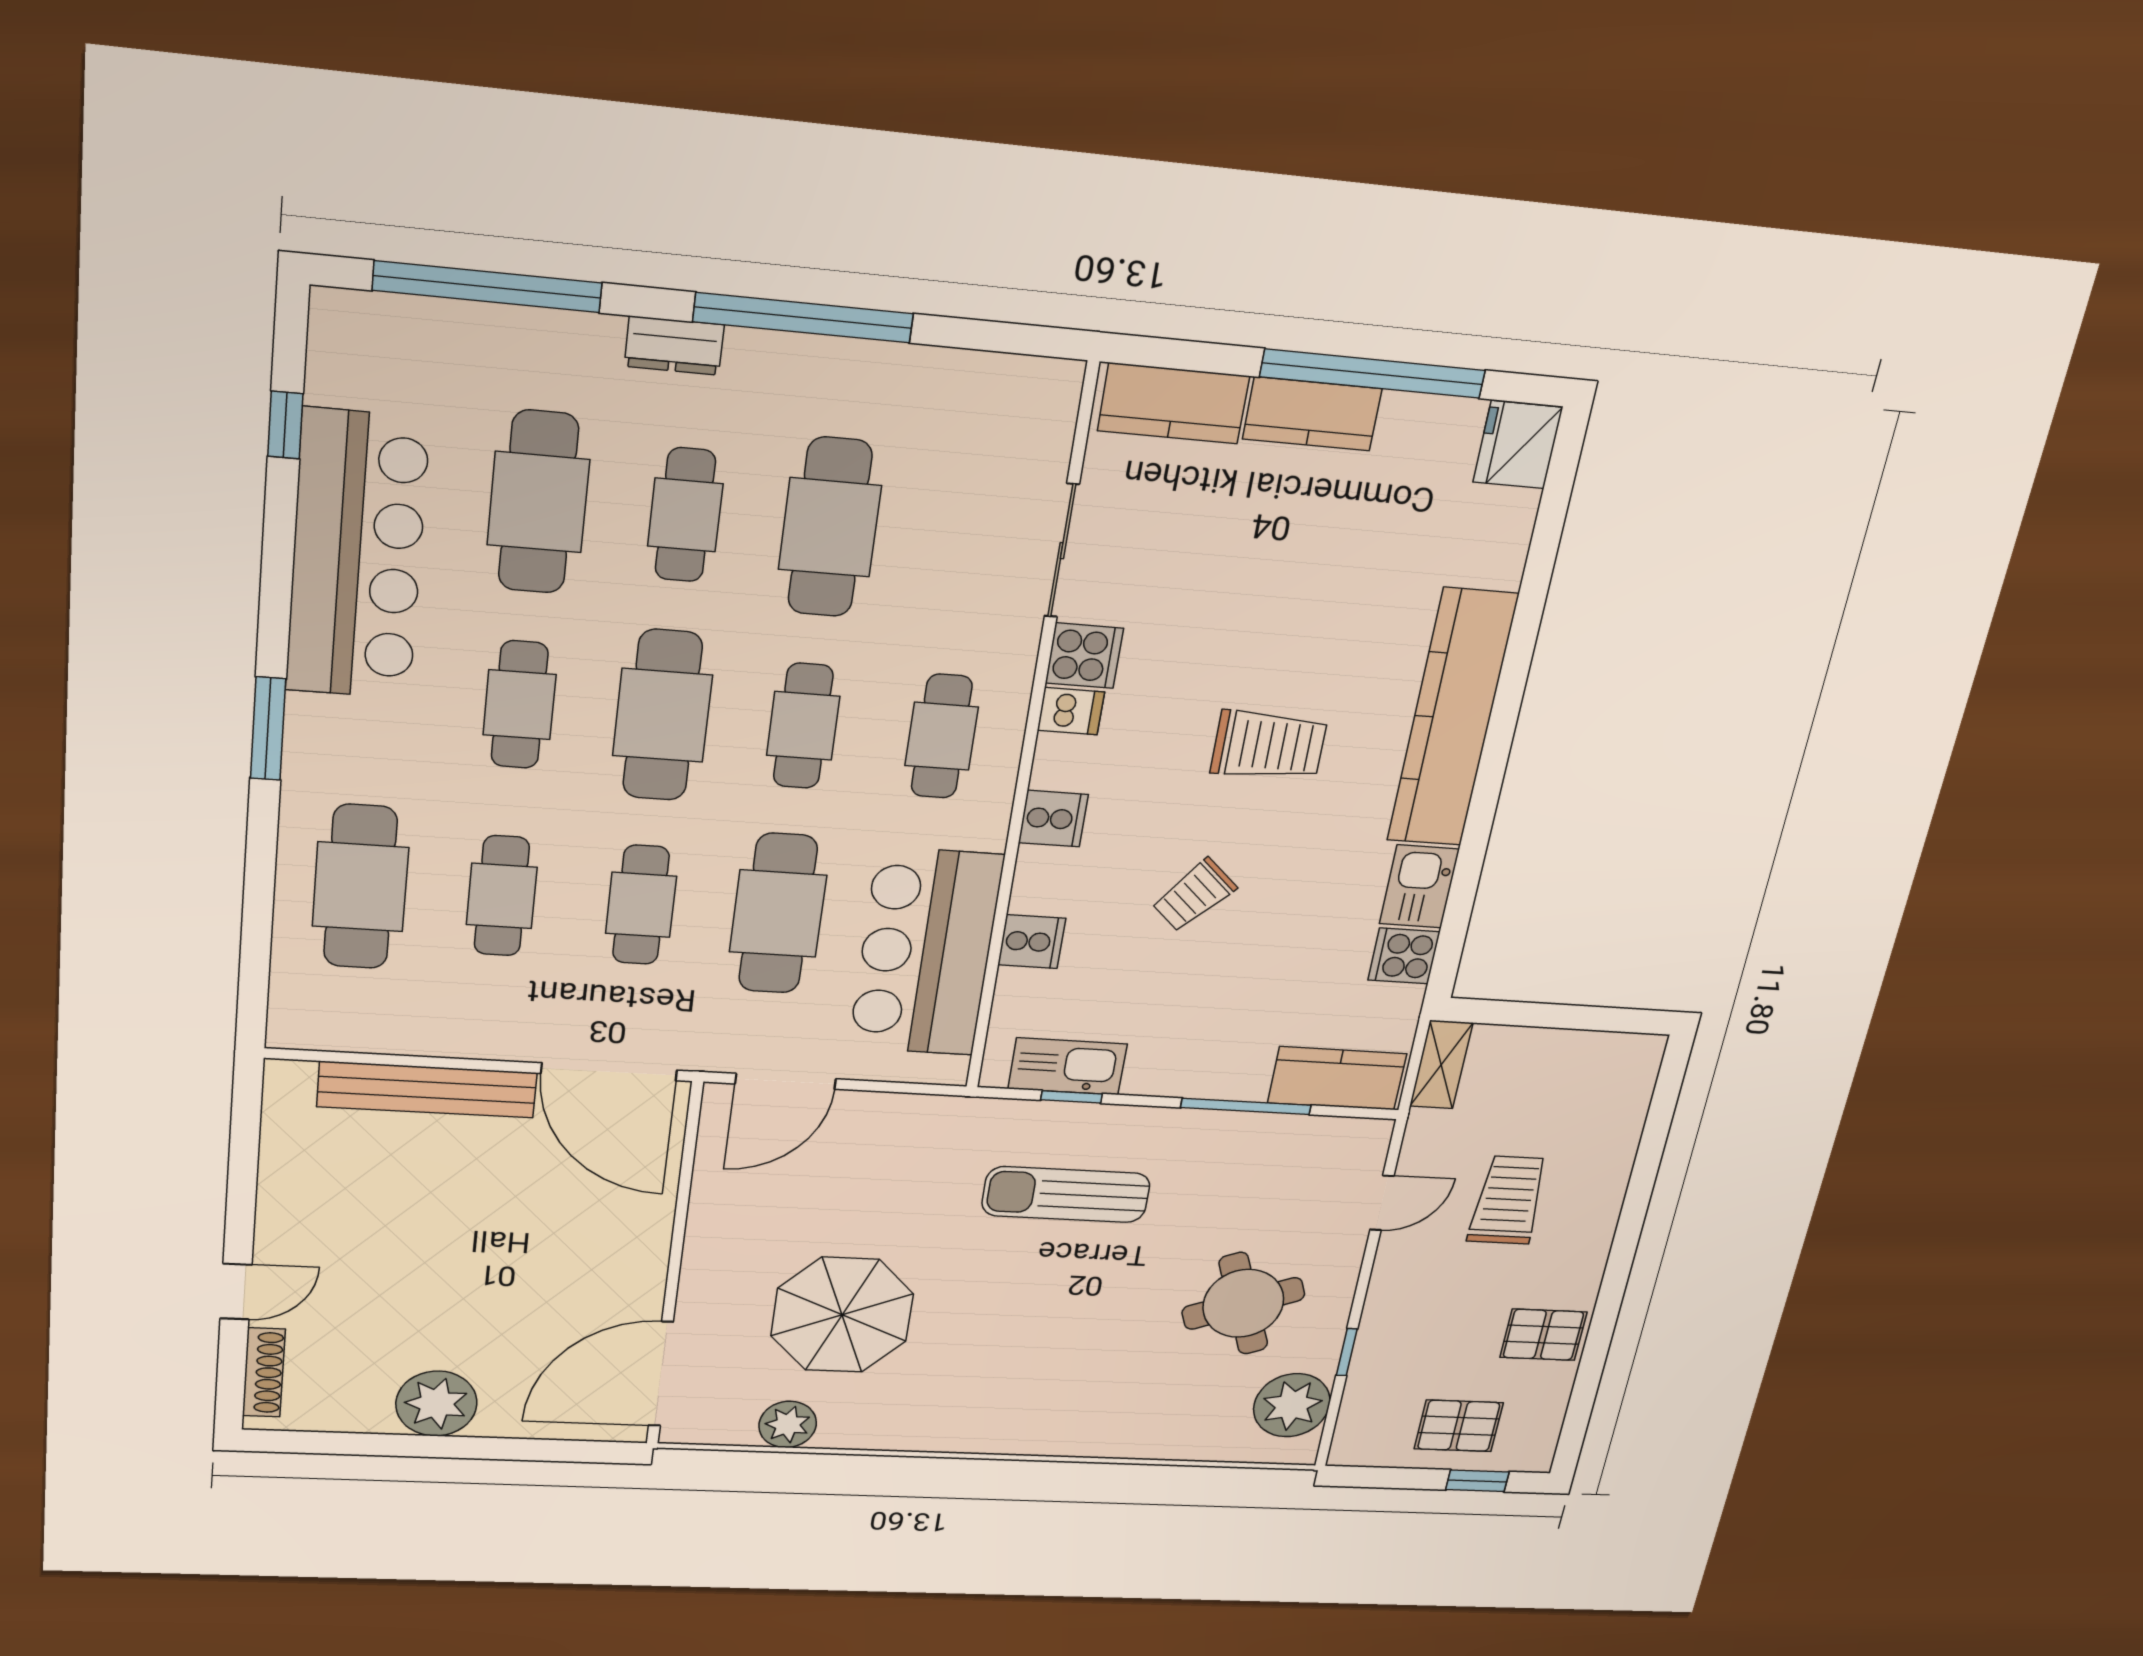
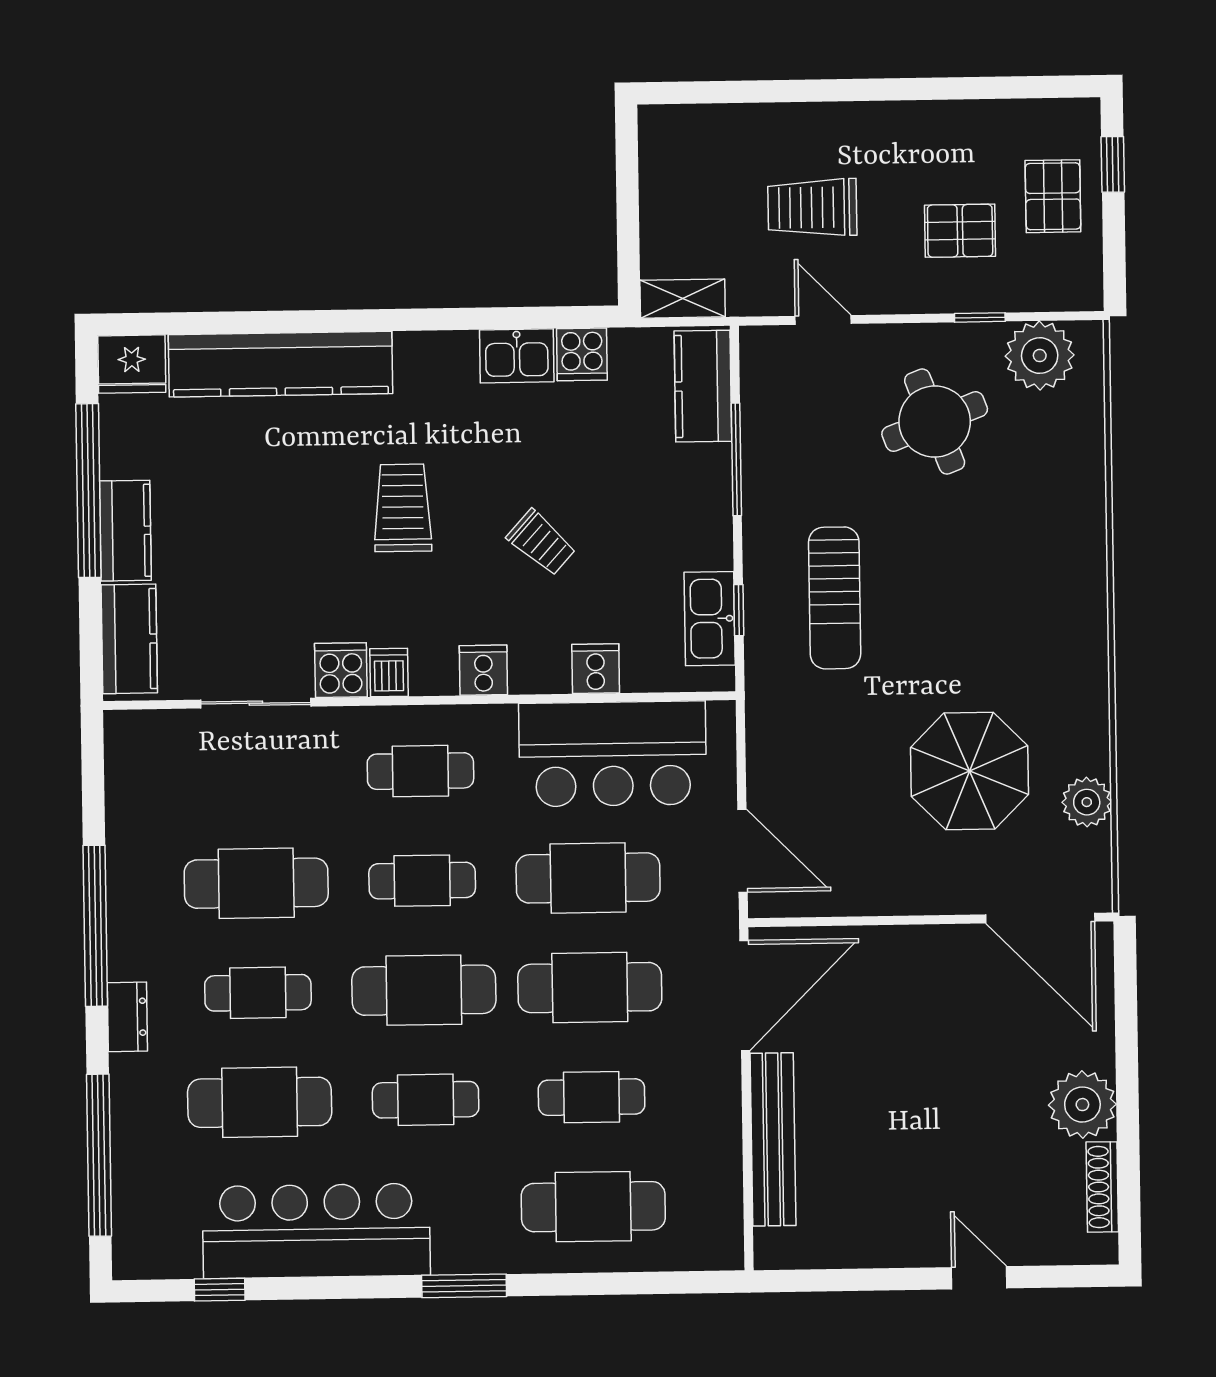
kitchen counter: (1452, 718) -> (281, 364), moved
cafe table: (641, 905) -> (590, 988), width x1.37, depth x1.35
pallet: (1543, 1335) -> (960, 231), moved, turned 90
shoe rack: (264, 1372) -> (1102, 1187), moved, turned -90

